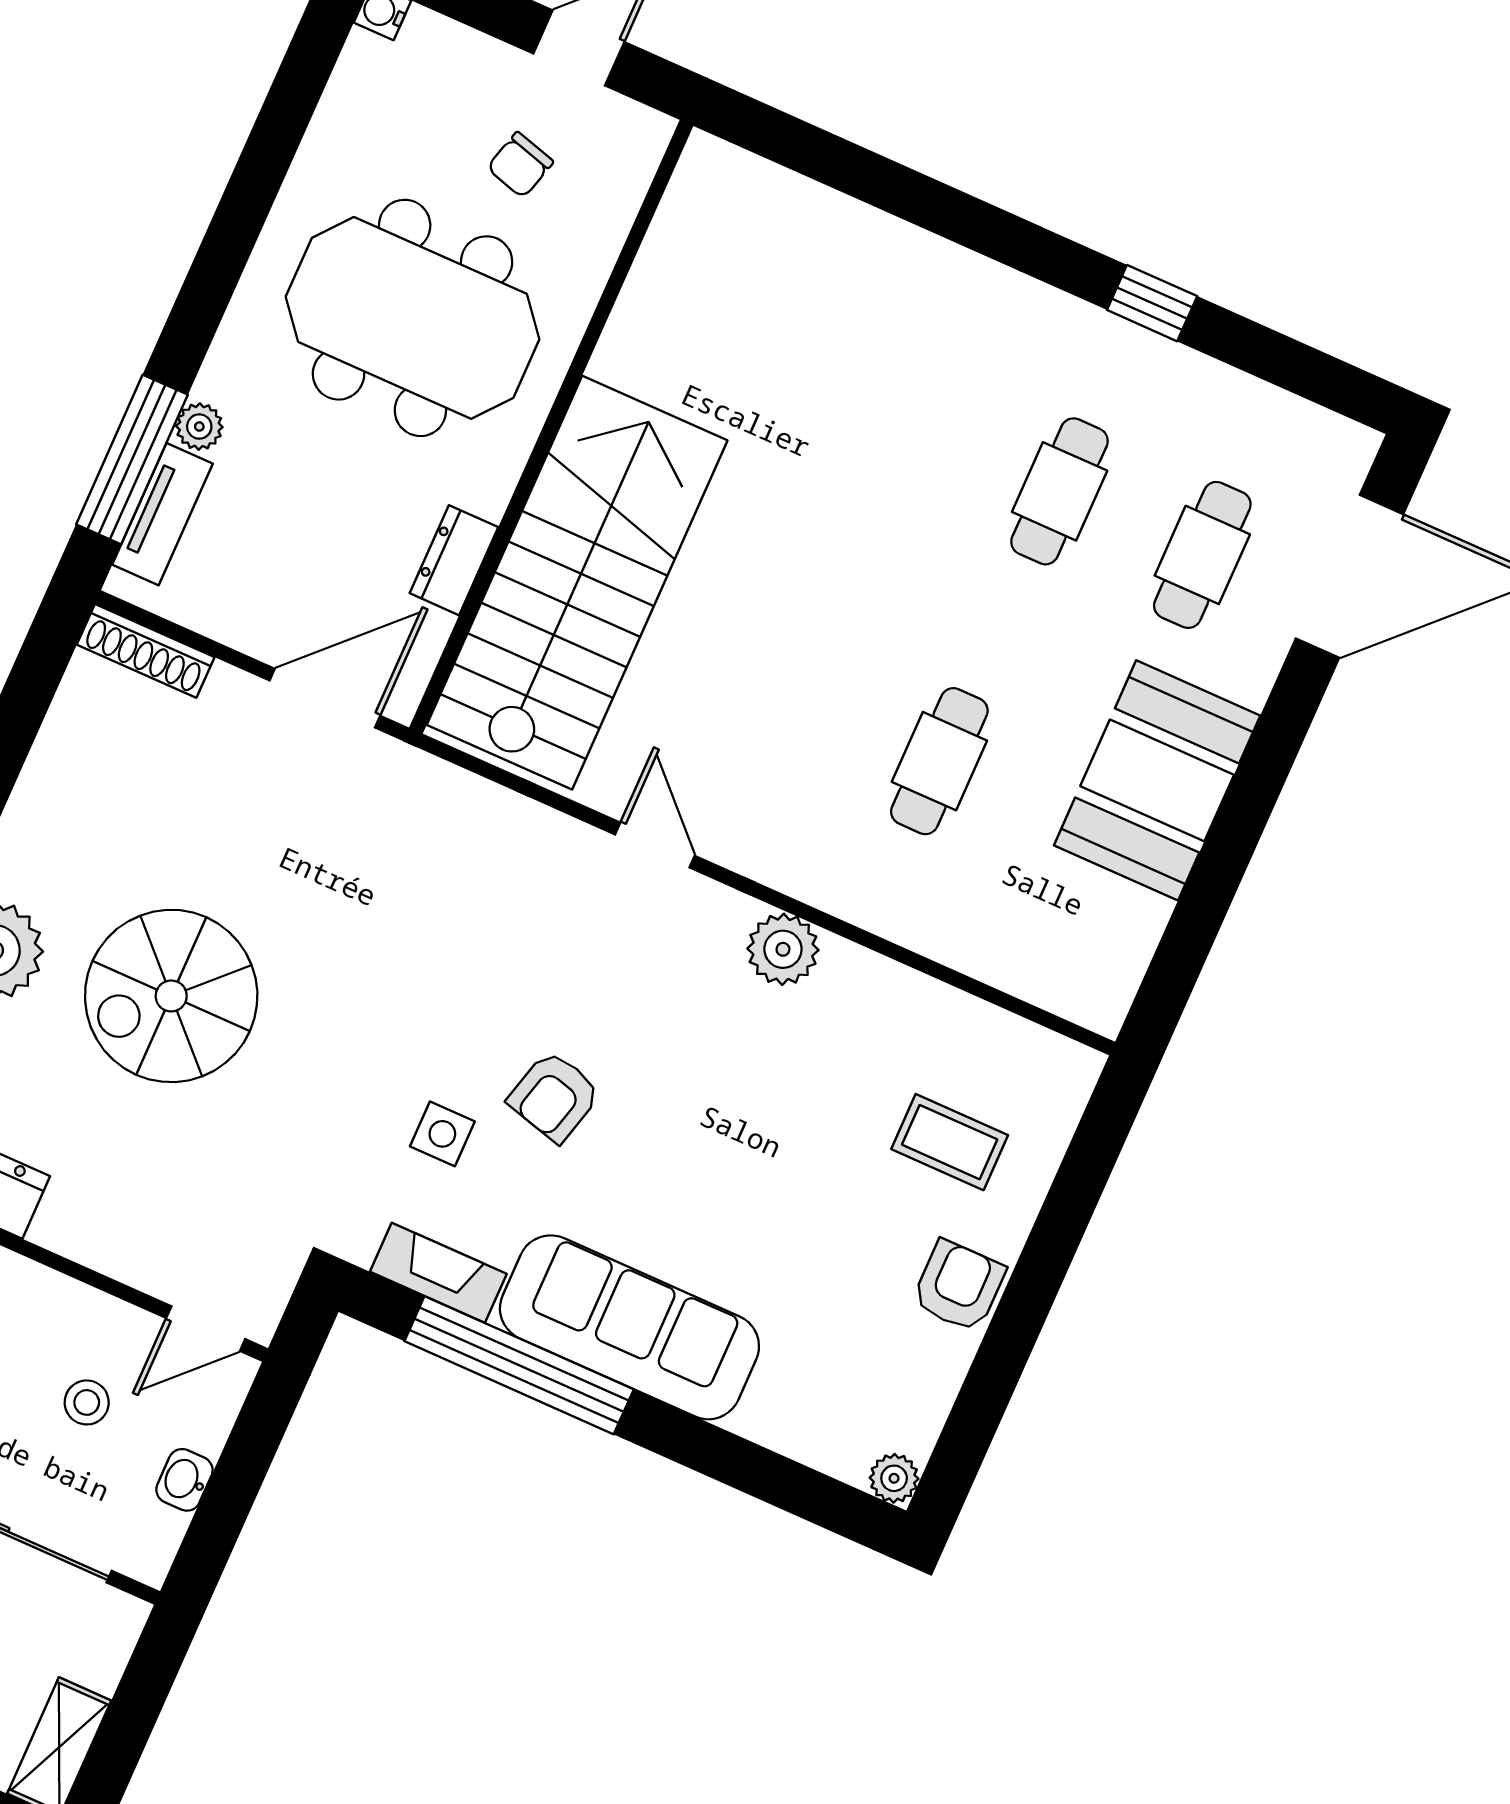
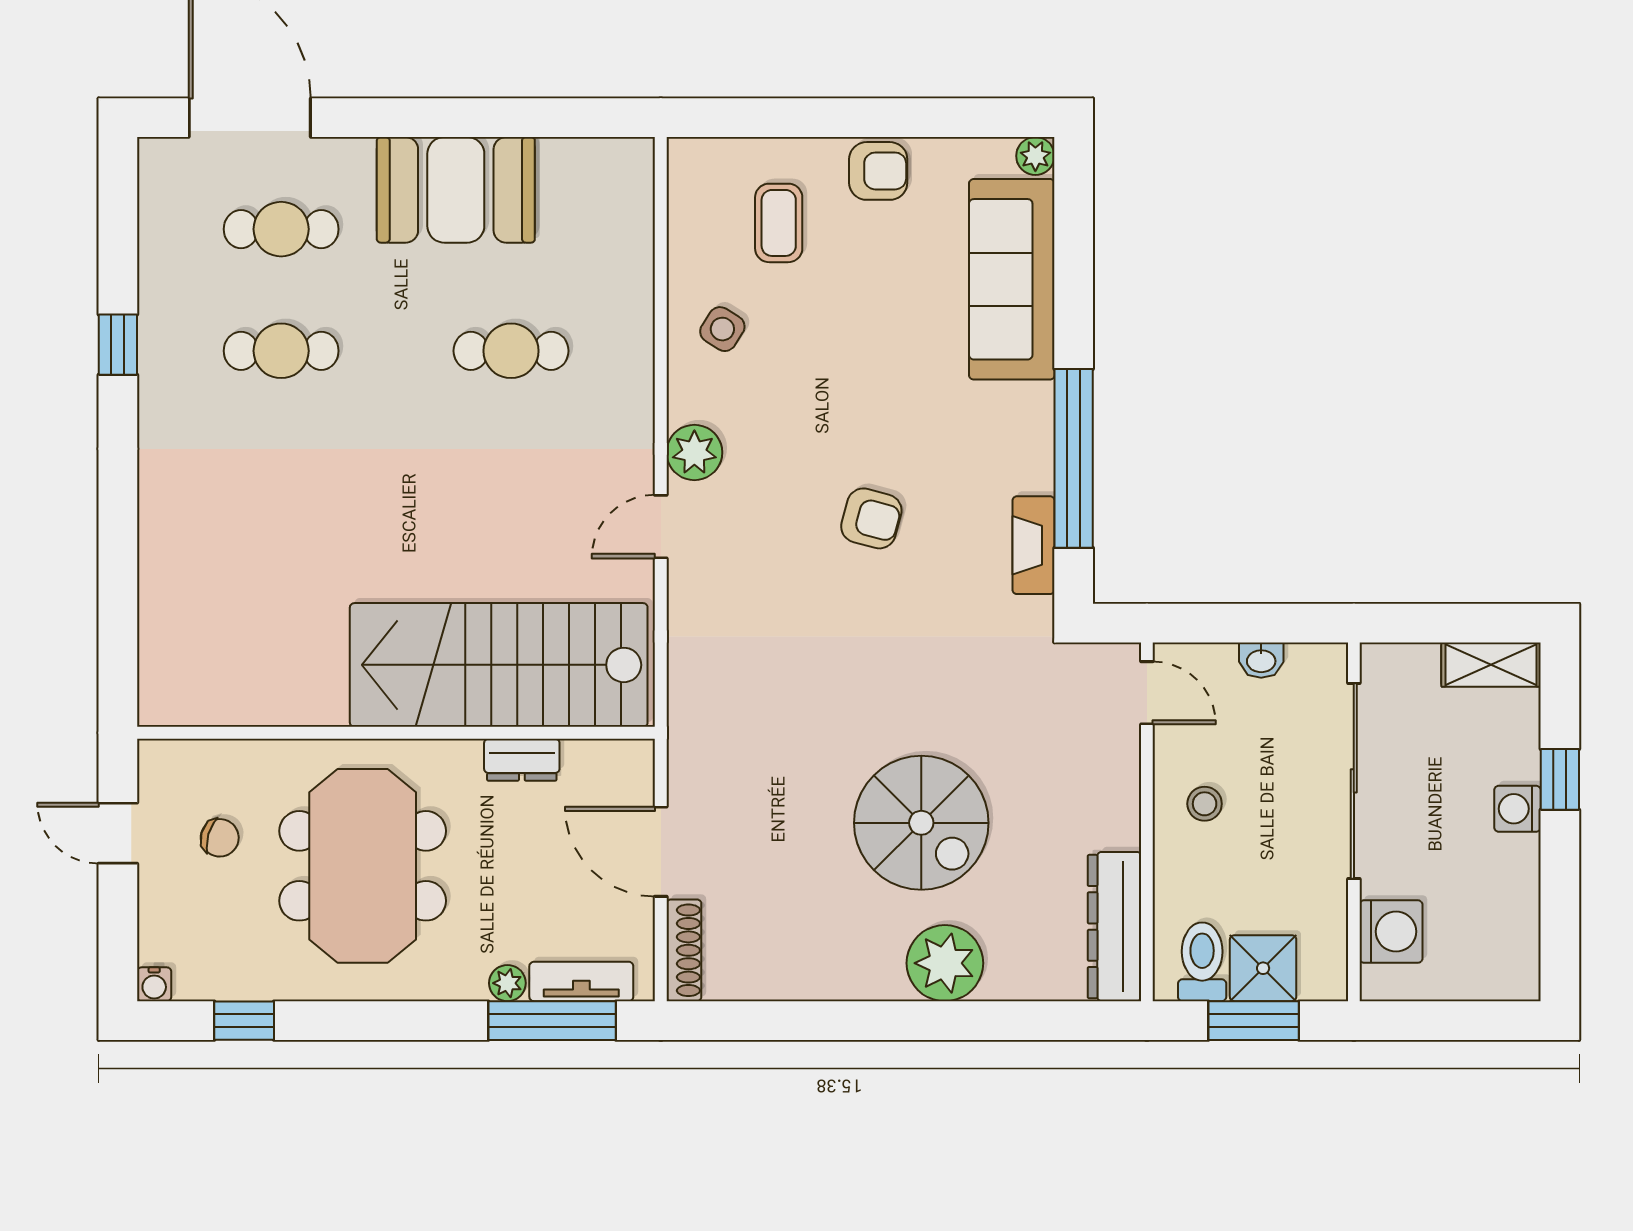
window: (293, 98) -> (244, 1021), added
door: (325, 698) -> (661, 852), moved
plant: (783, 949) -> (694, 452), moved
side table: (442, 1134) -> (722, 329), moved, turned 32
armchair: (959, 1286) -> (878, 171), turned 180
sofa: (629, 1327) -> (1012, 279), moved
stool: (87, 1402) -> (1205, 804), moved

